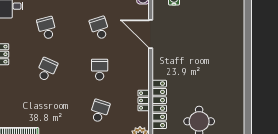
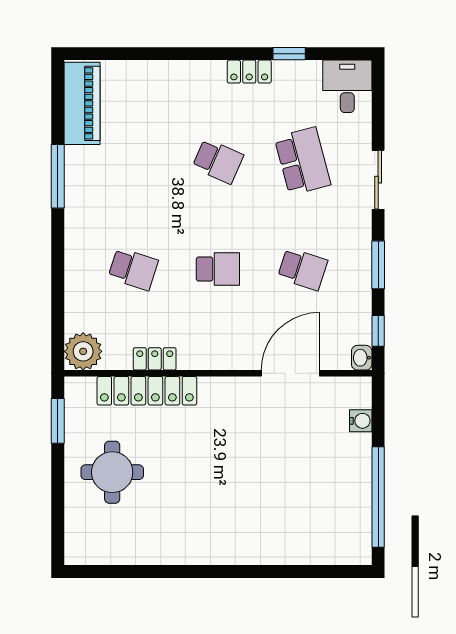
school desk: (47, 28) -> (303, 161), width x1.85
school desk: (100, 28) -> (303, 269), turned 36

